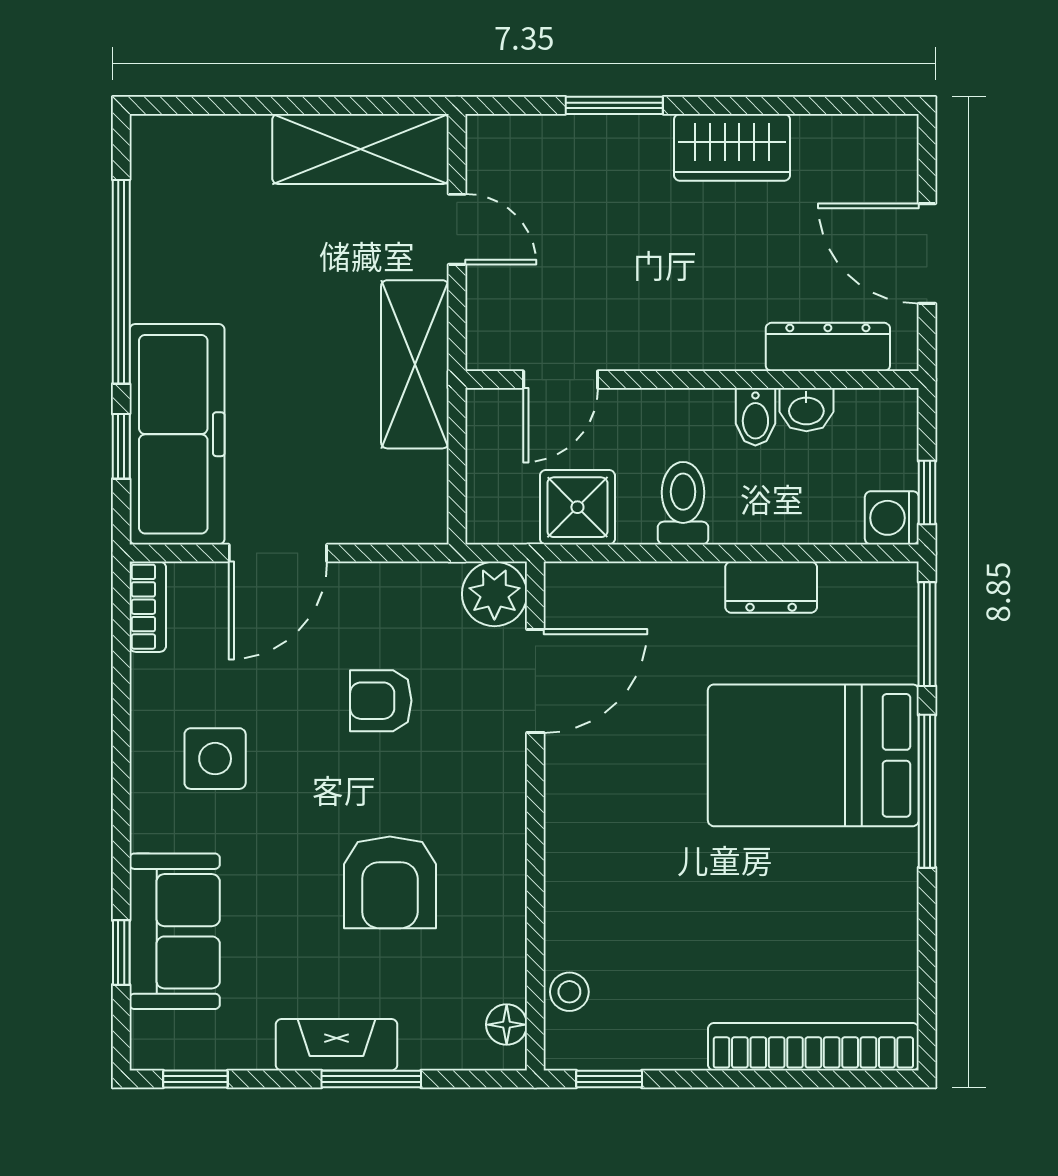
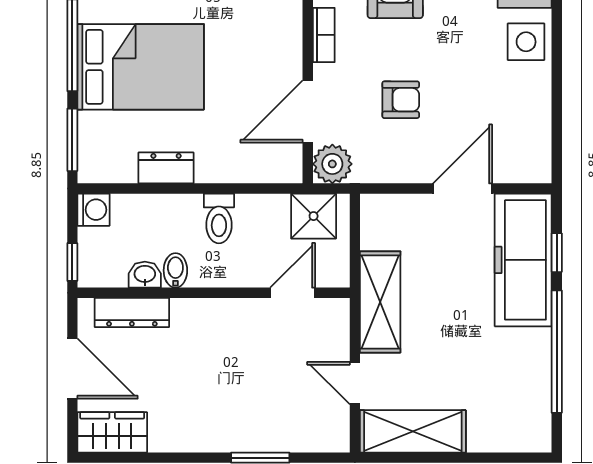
wardrobe: (732, 147) -> (112, 432), moved
window: (927, 492) -> (72, 262), moved
shower: (577, 507) -> (314, 216), moved
bookcase: (148, 607) -> (324, 35), moved, turned 180
side table: (215, 759) -> (526, 42), moved

